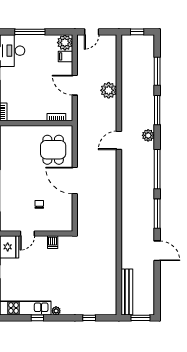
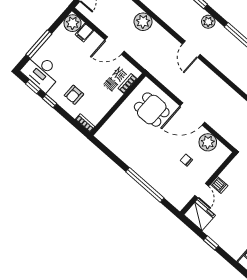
armchair: (16, 87) -> (74, 95), added
plant: (65, 208) -> (208, 142), added
dishwasher: (53, 242) -> (219, 185), moved

